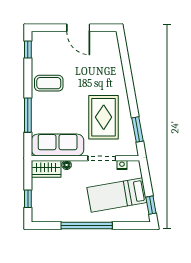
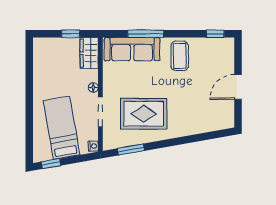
sofa: (58, 145) -> (132, 49), moved, turned 90
floor lamp: (67, 165) -> (93, 87), moved
nightstand: (122, 165) -> (93, 146), moved
window: (28, 199) -> (71, 34), moved
window: (87, 226) -> (29, 96), removed

